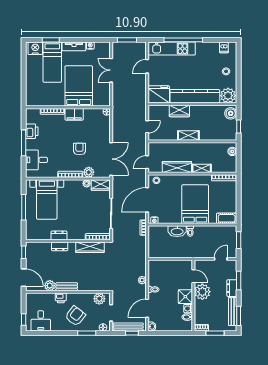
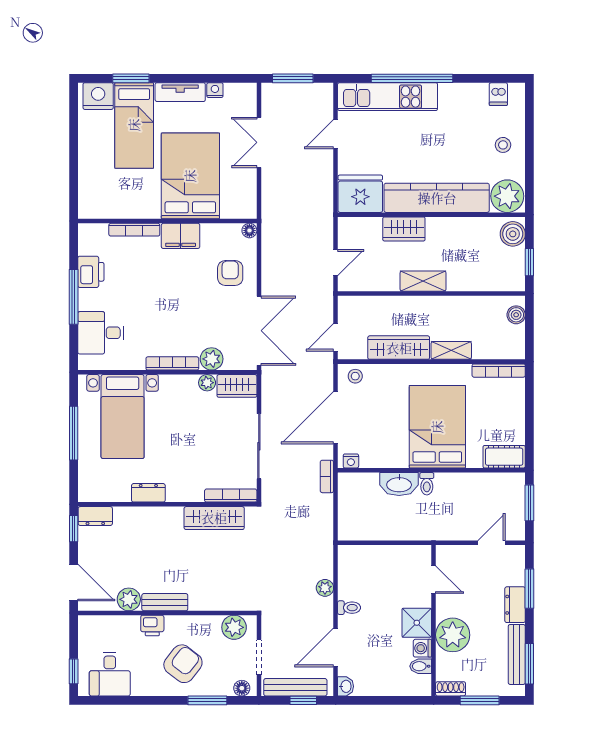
armchair: (79, 149) -> (230, 273), moved
dresser: (60, 246) -> (95, 516), moved
plant: (202, 292) -> (453, 635), moved

